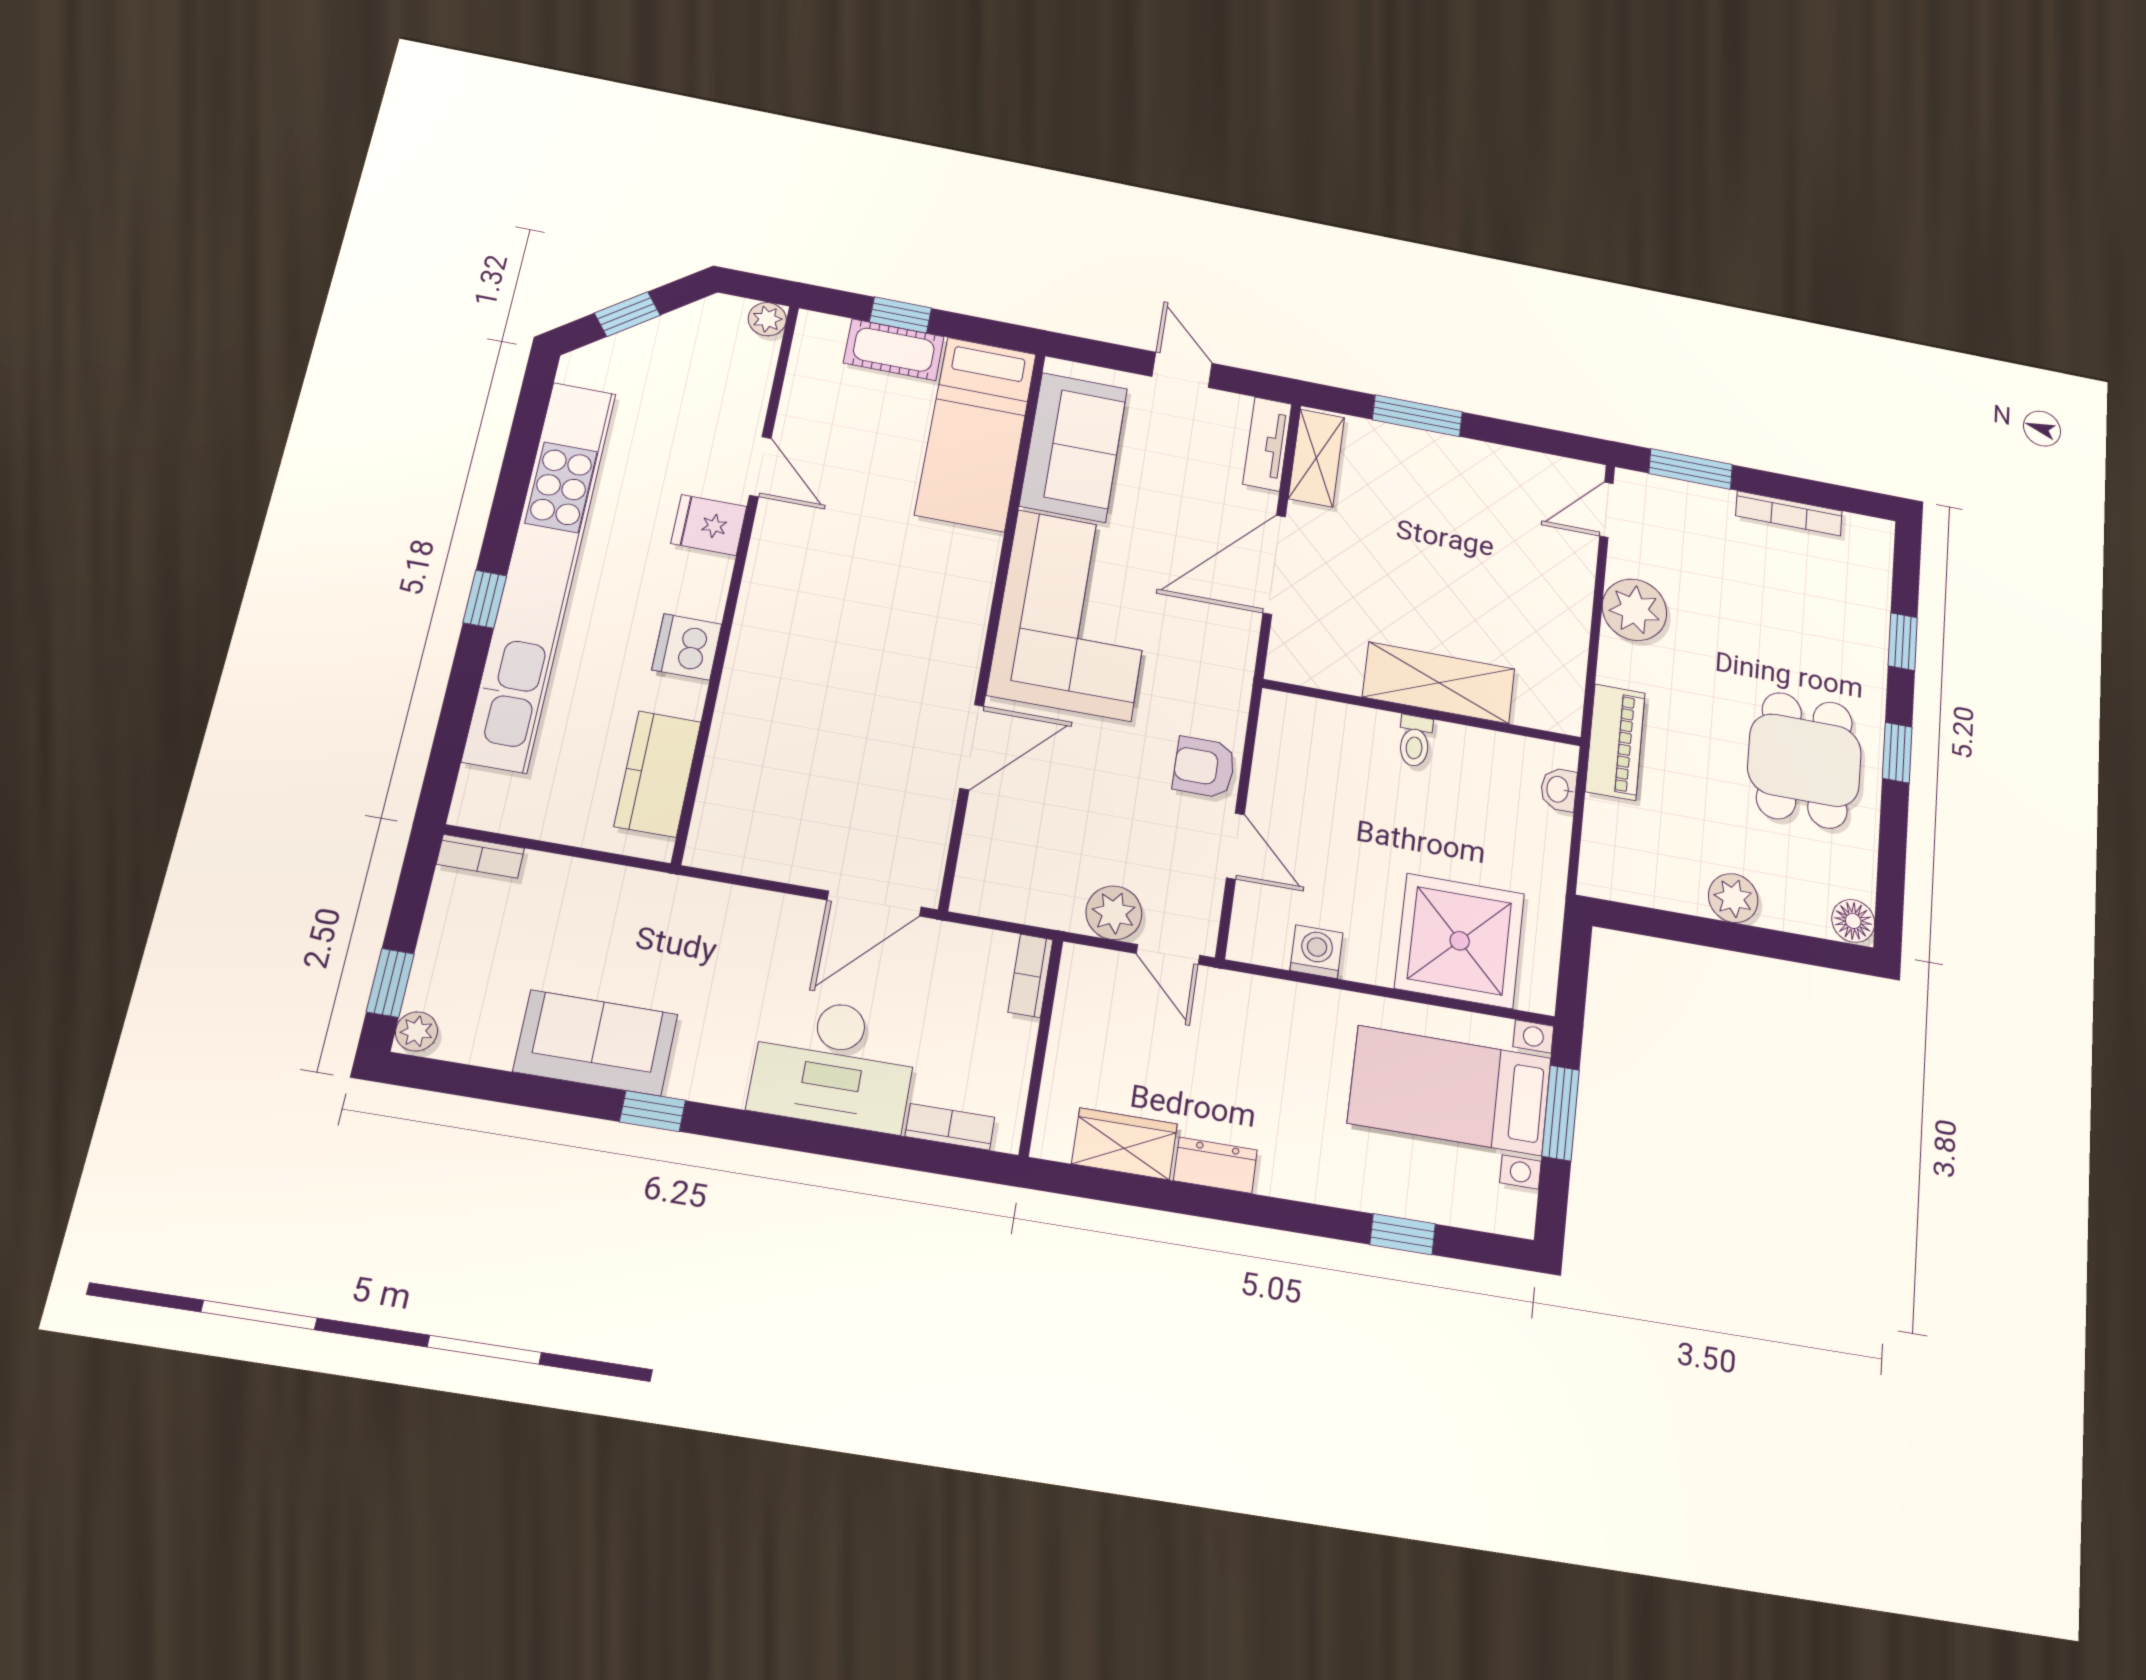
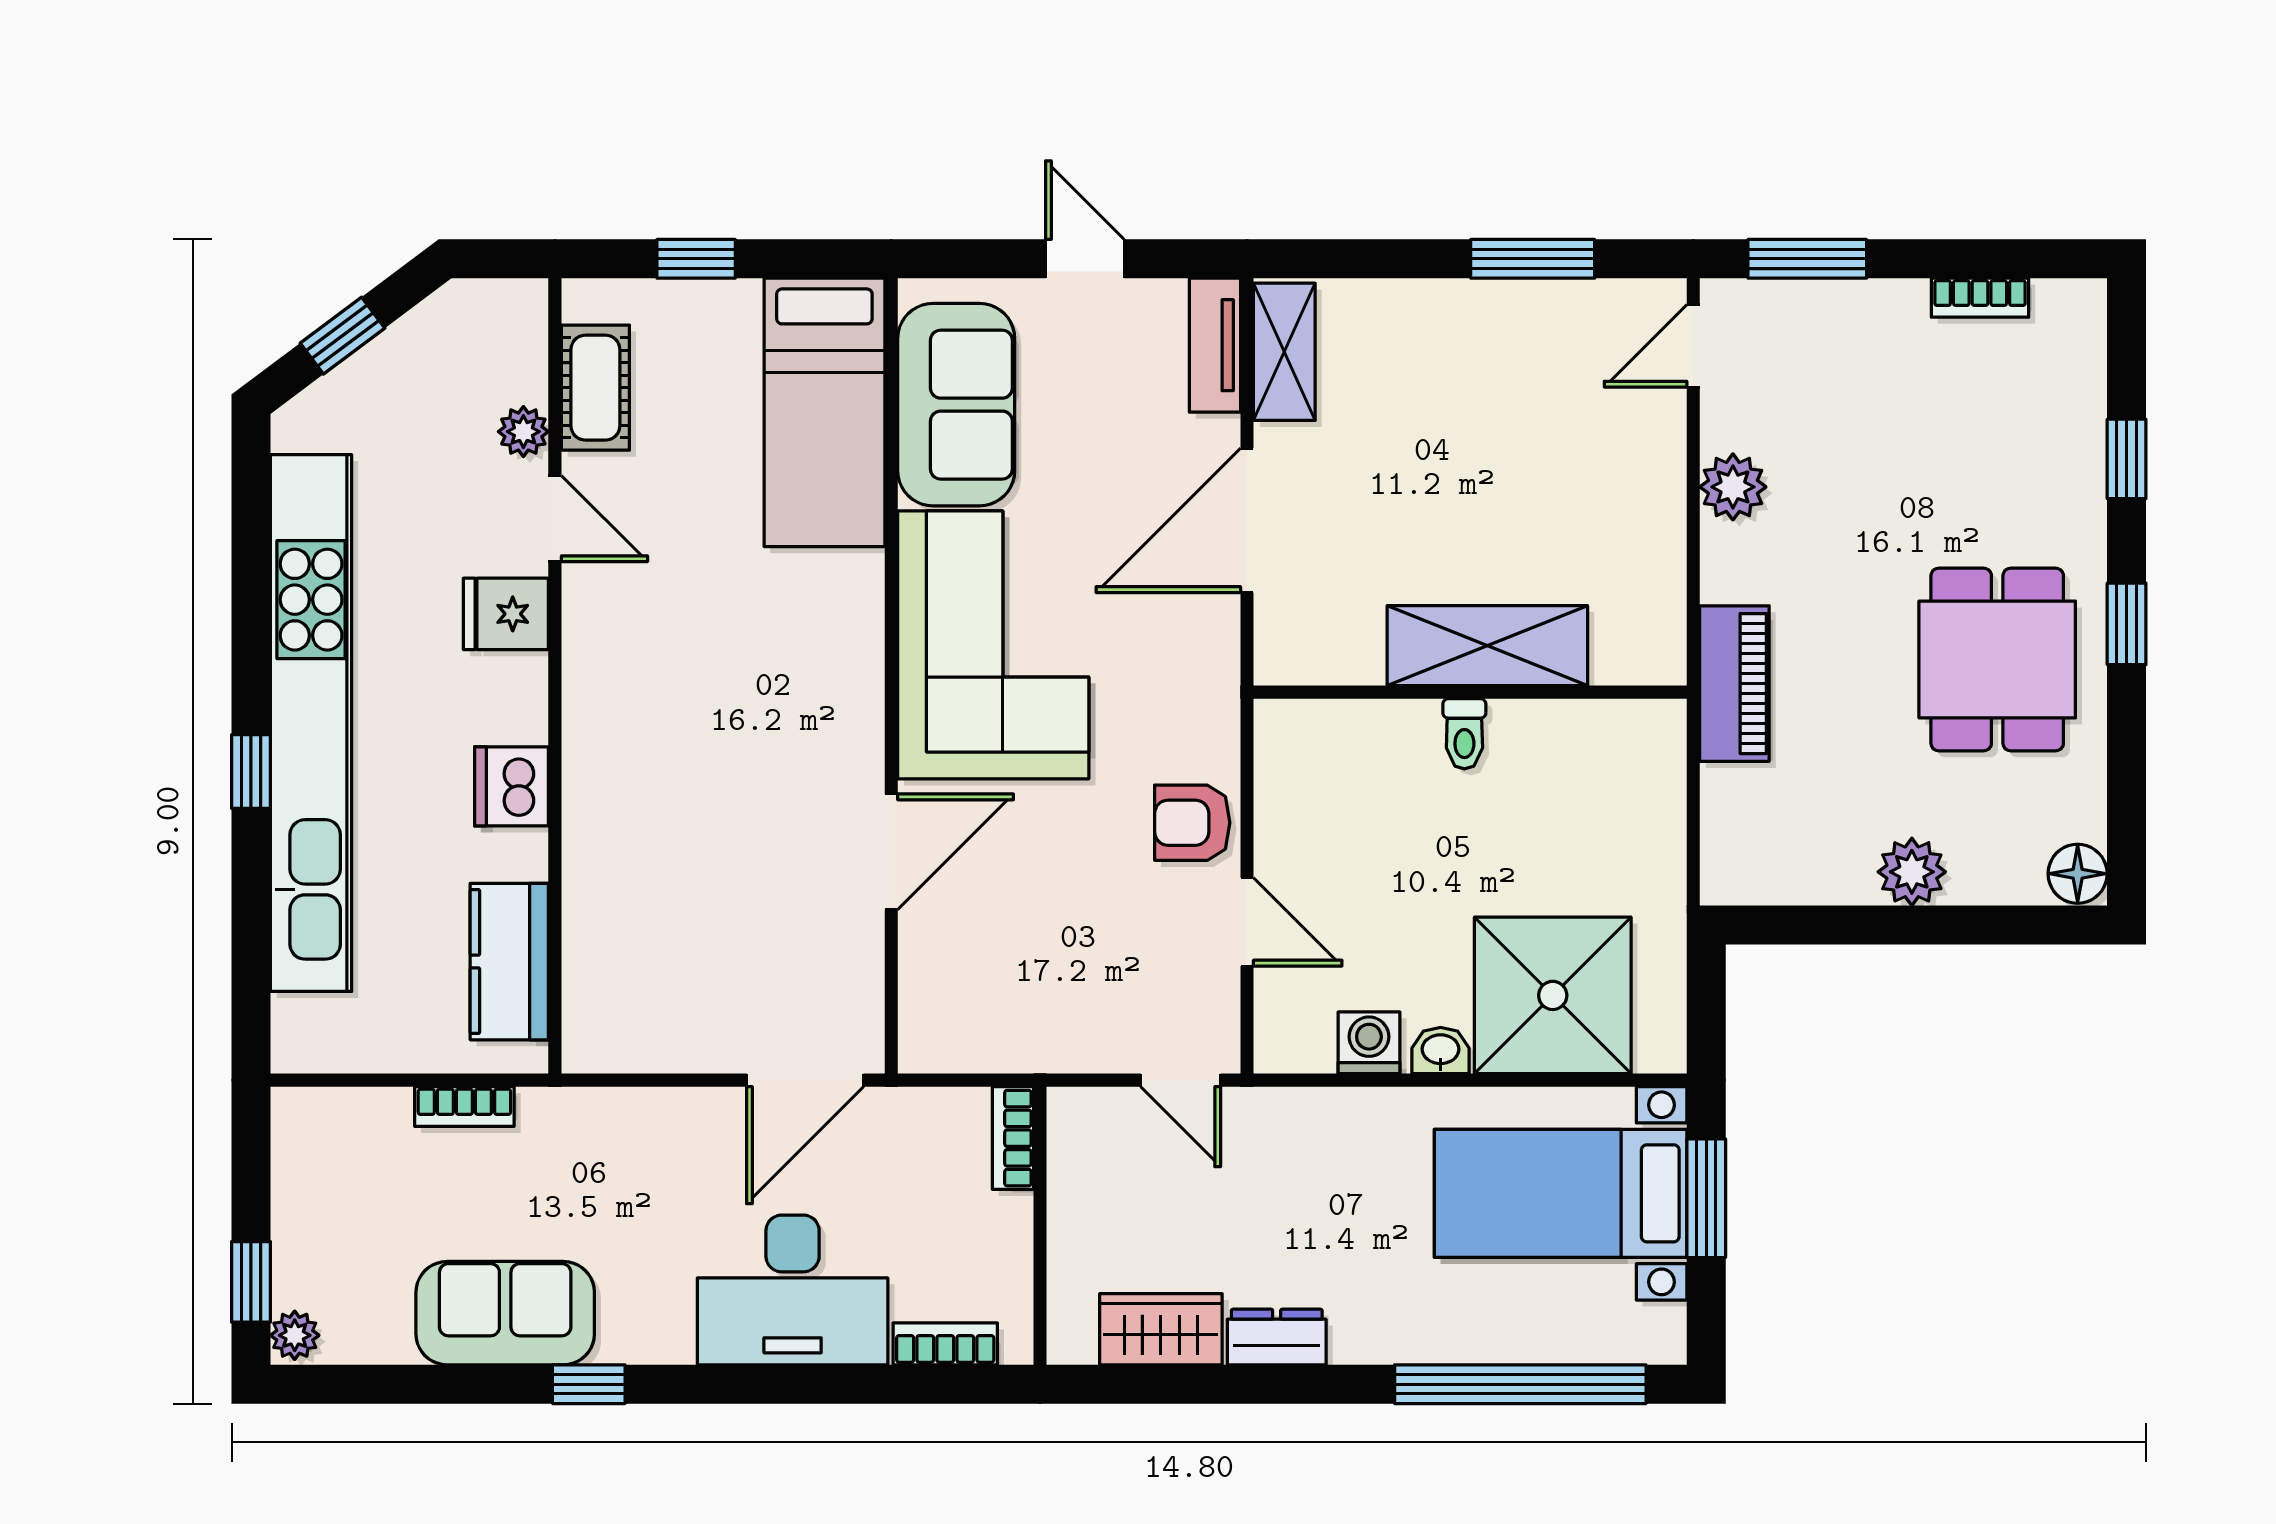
plant: (767, 319) -> (523, 432), moved
cot: (894, 350) -> (595, 388), moved, turned 90
window: (1417, 416) -> (1533, 259), moved
bookcase: (1789, 513) -> (1980, 298), width x0.64
plant: (1634, 610) -> (1733, 487), width x0.73, depth x0.73
washbasin: (1559, 789) -> (1441, 1051), moved, turned 90
bookcase: (480, 856) -> (464, 1107), moved
plant: (1114, 913) -> (1105, 1038), removed
window: (1403, 1234) -> (1520, 1384), width x3.17

